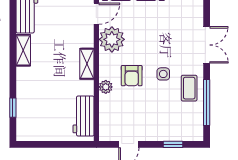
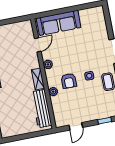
plant: (112, 39) -> (48, 64), width x0.53, depth x0.53
workbench: (84, 116) -> (42, 109), width x1.38

